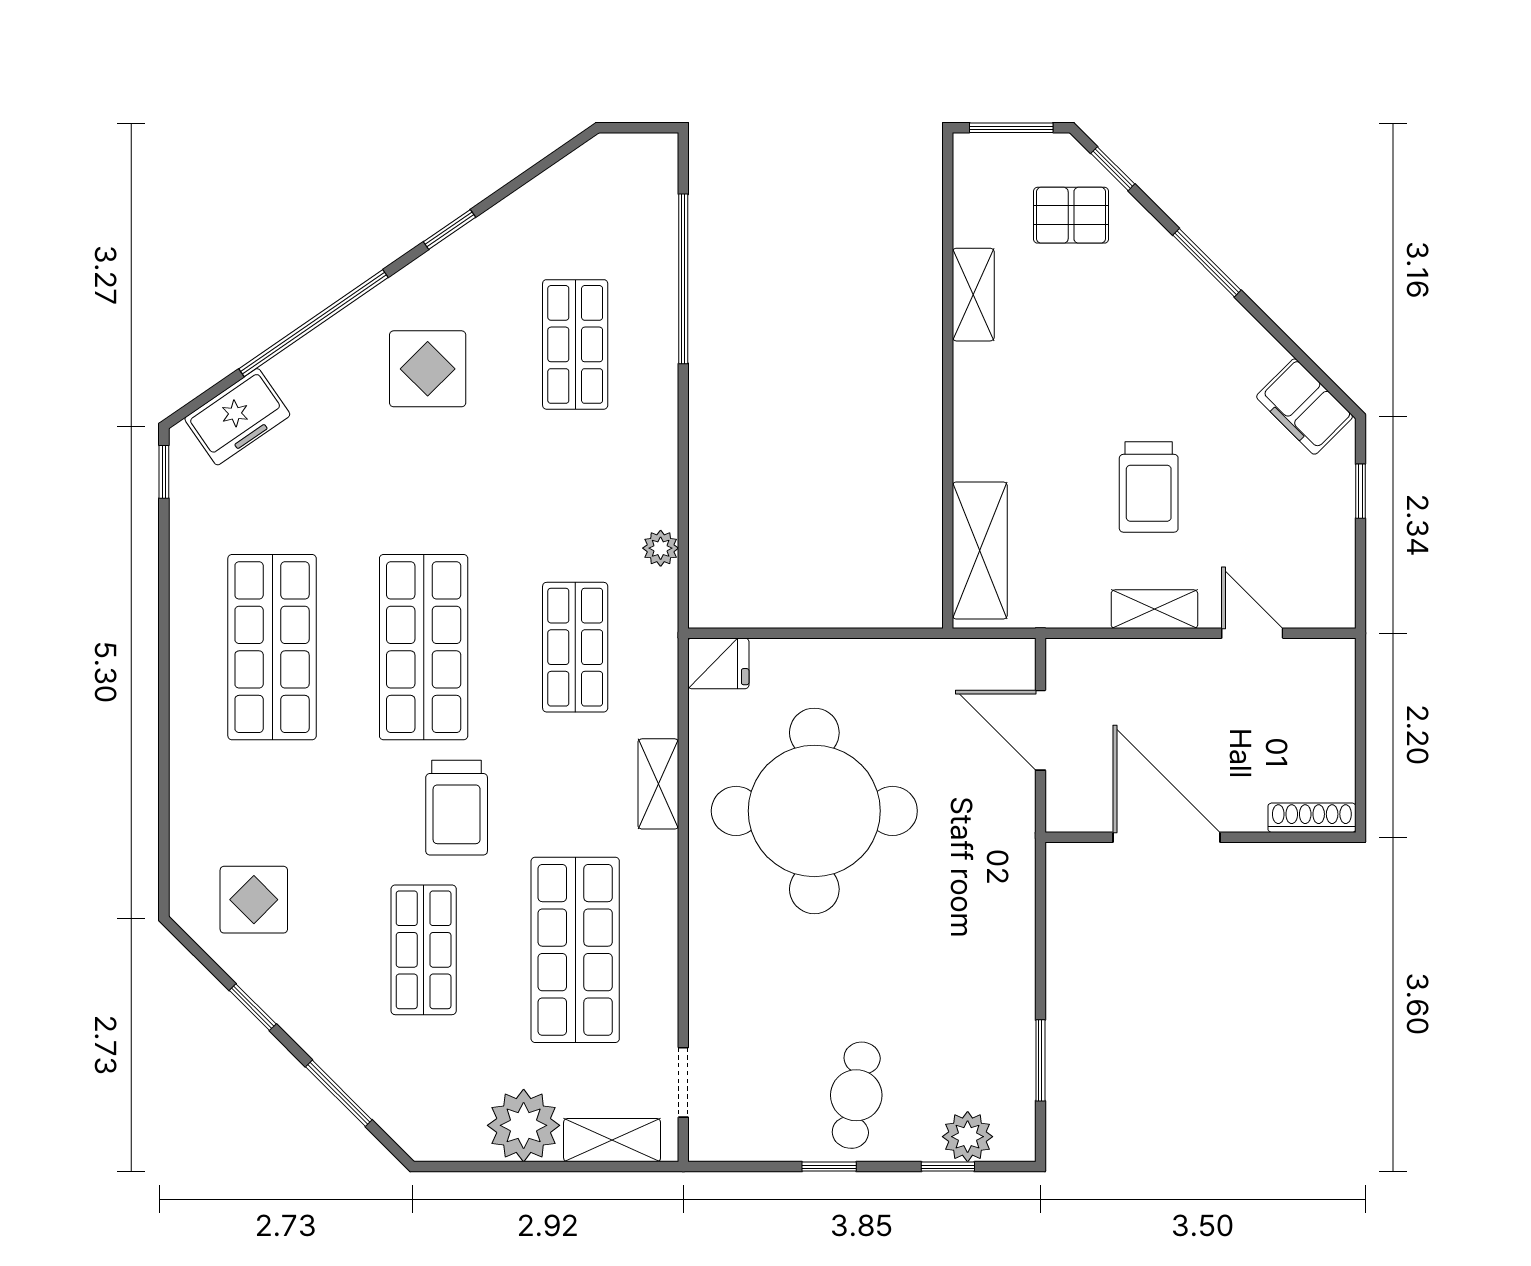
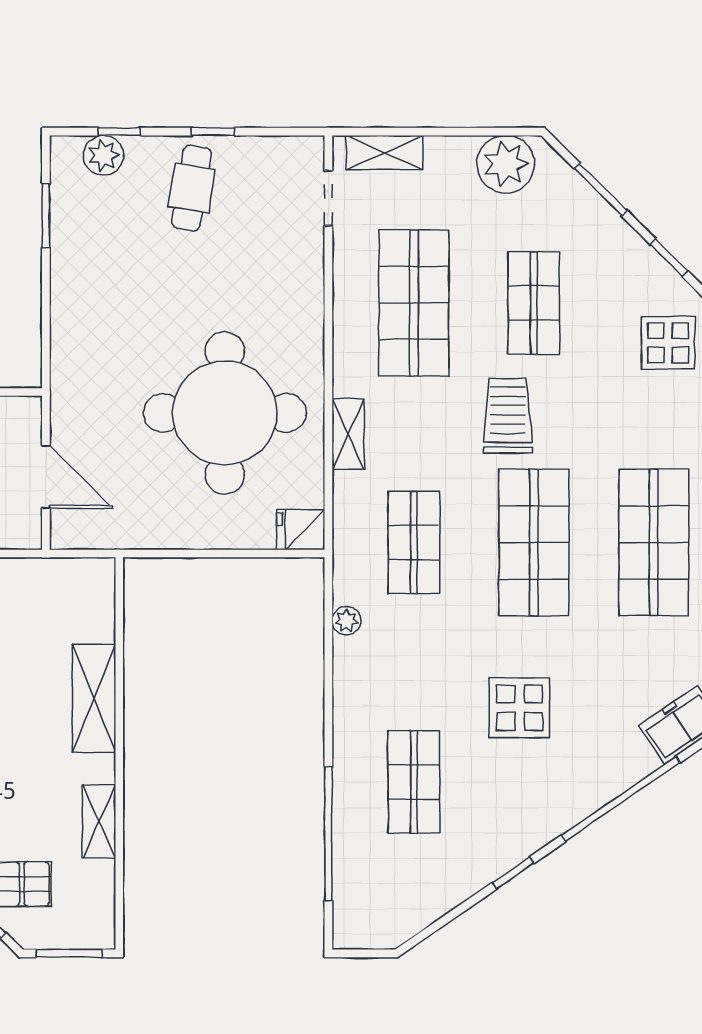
display table: (428, 369) -> (520, 708), moved
shelving: (980, 550) -> (94, 698), moved
plant: (524, 1125) -> (506, 164), moved

